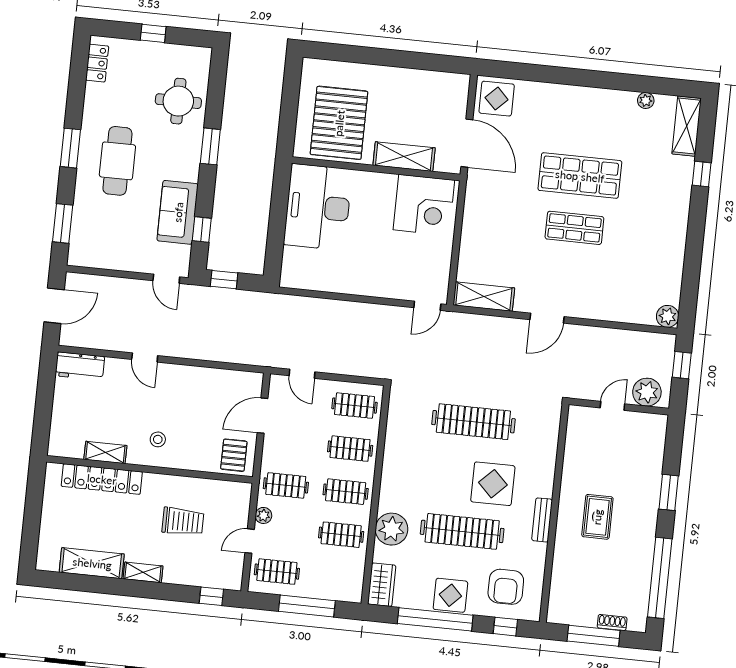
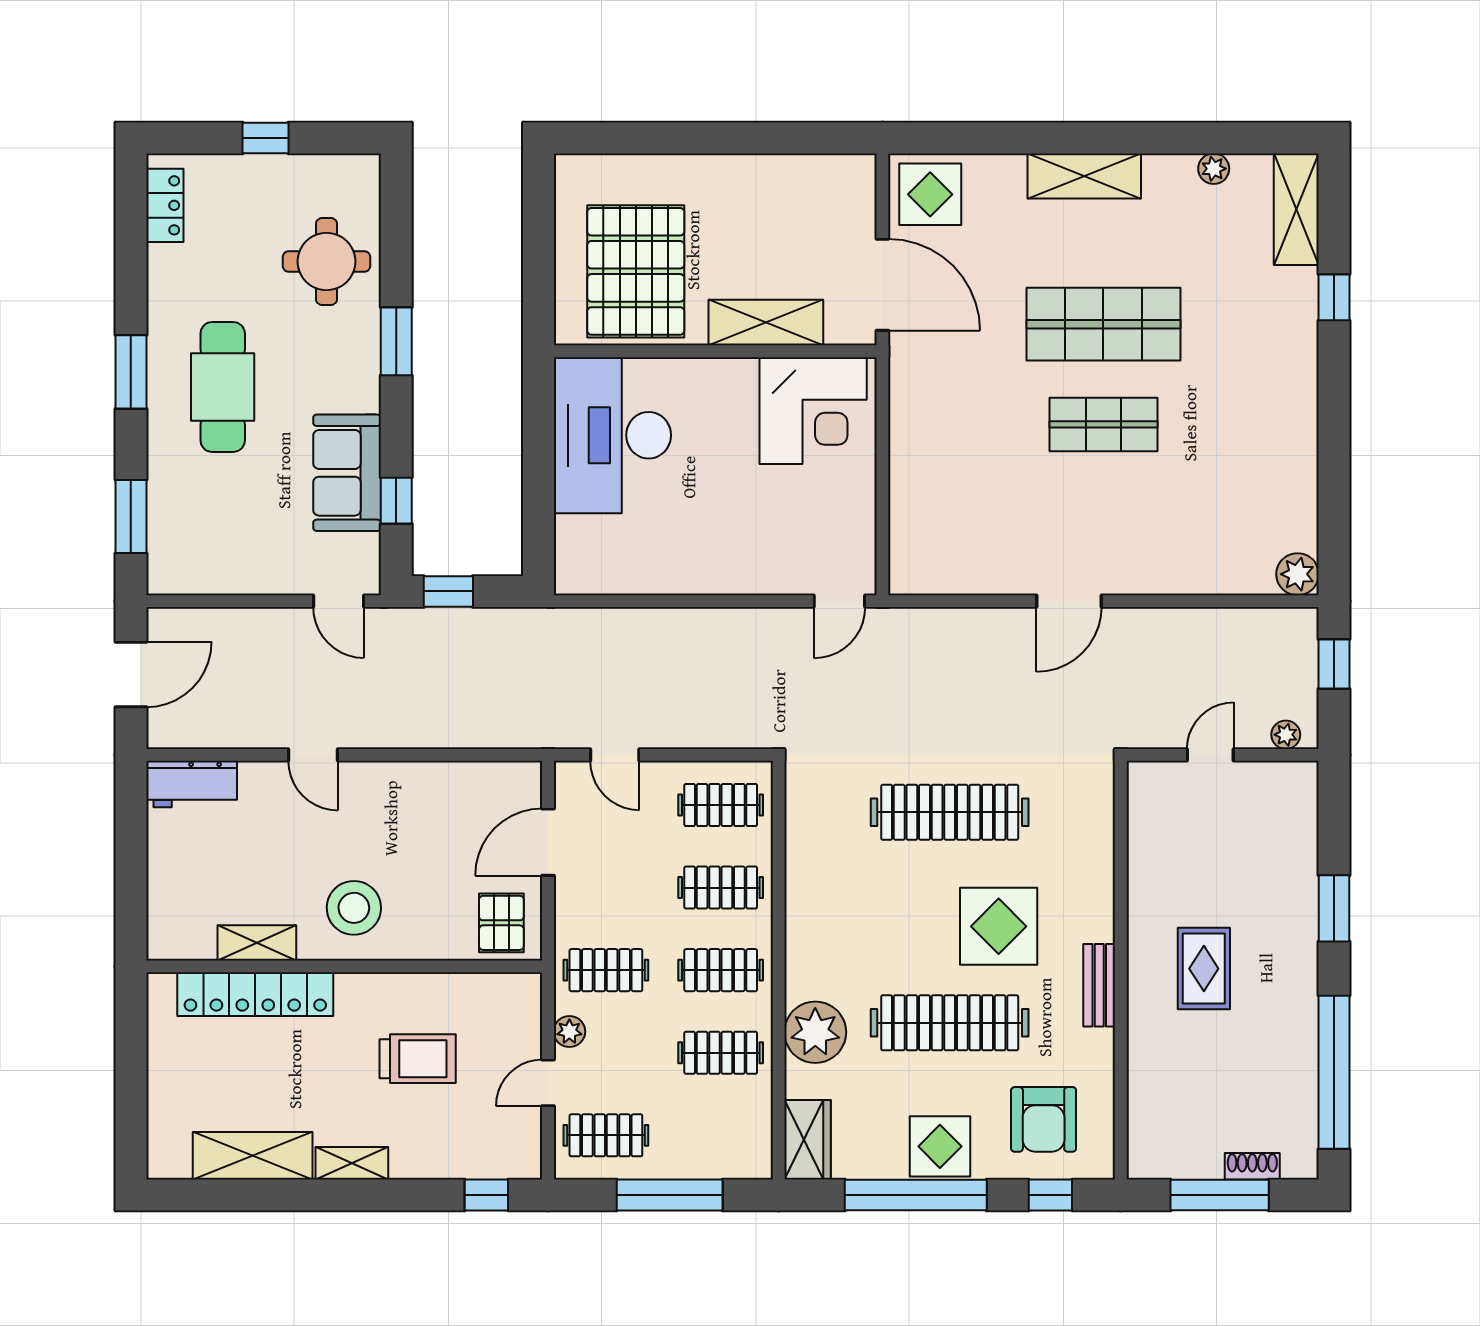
shelving: (484, 297) -> (1084, 176), moved
plant: (647, 392) -> (1286, 735), width x0.53, depth x0.53
stool: (158, 439) -> (354, 908), width x1.89, depth x1.89

